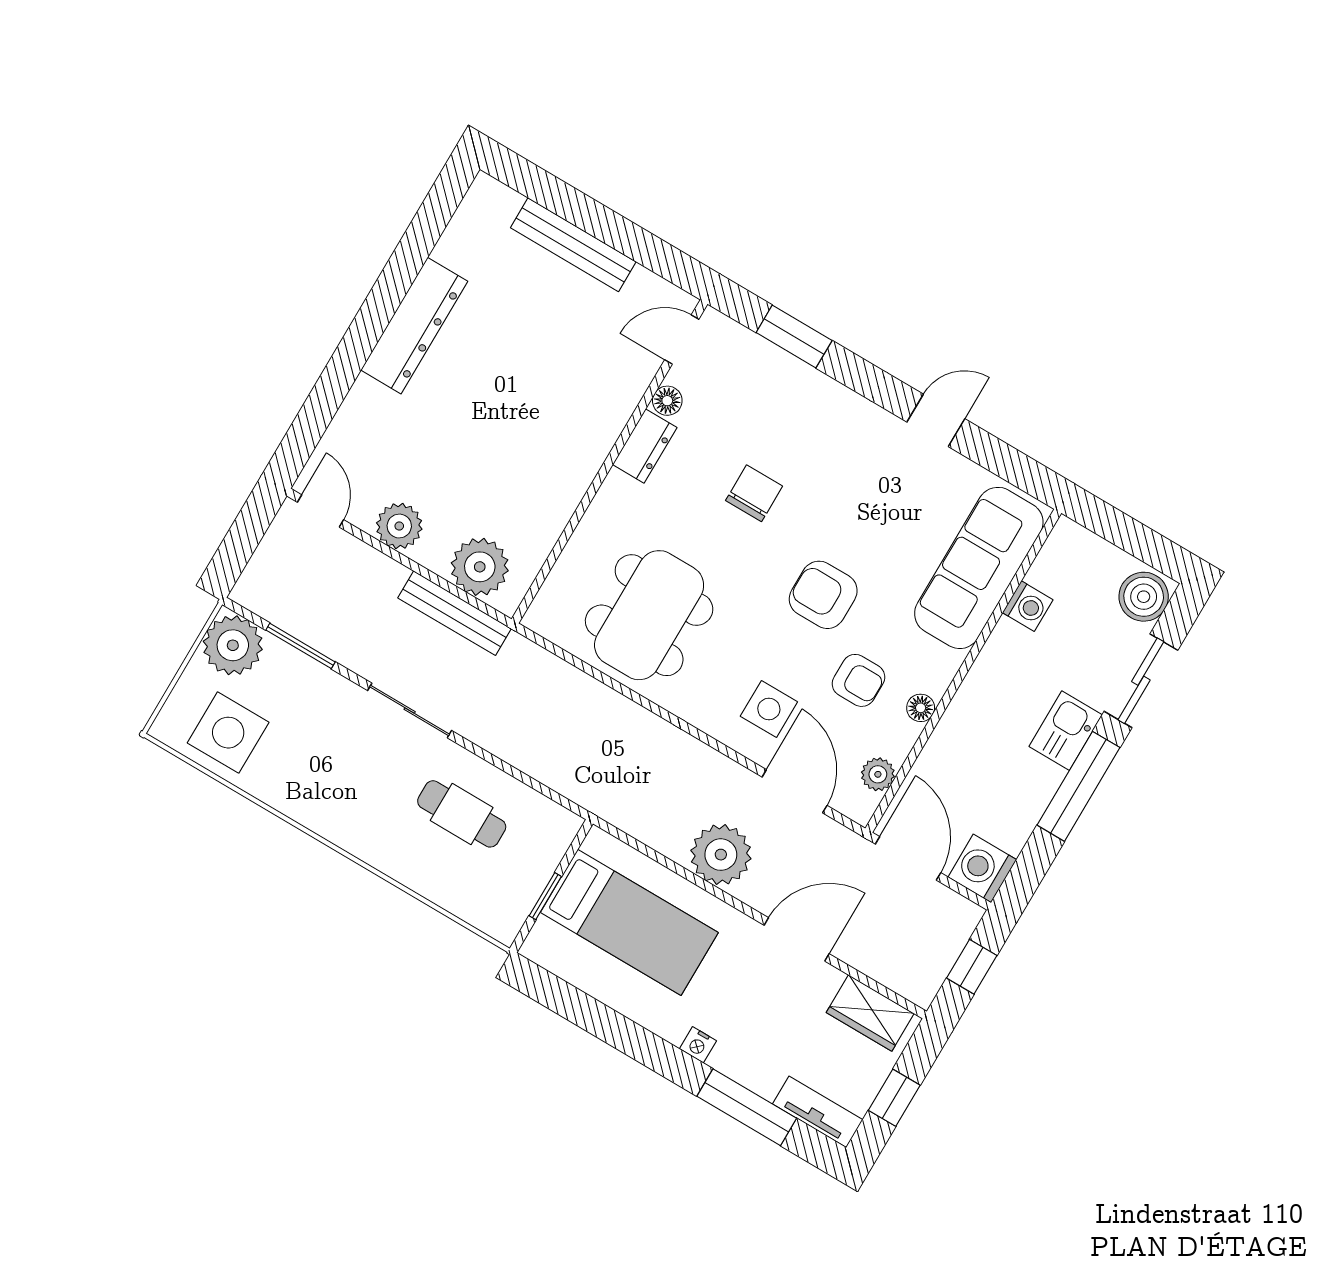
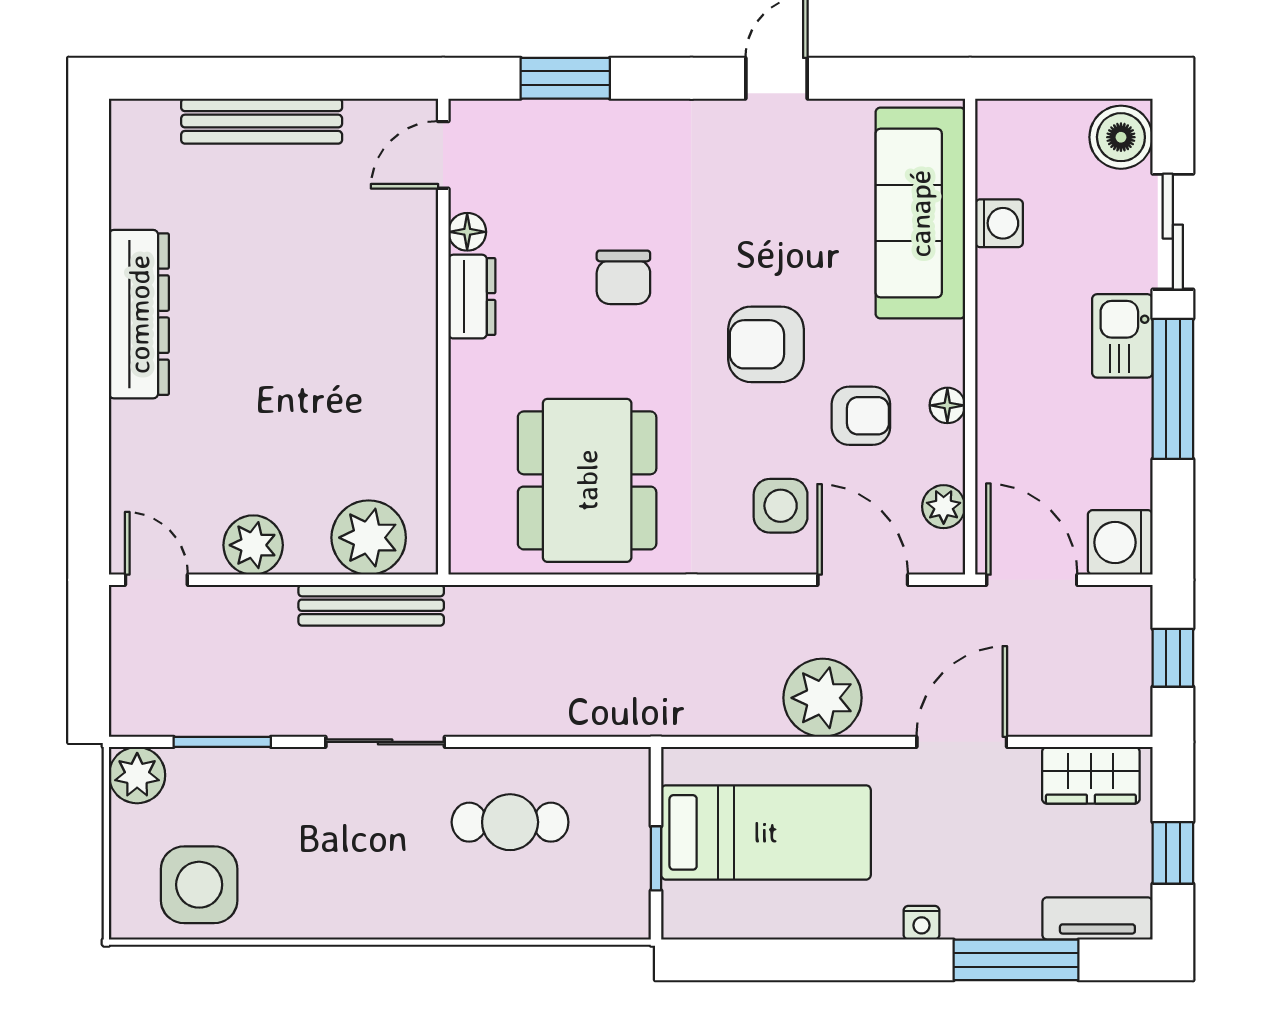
chair: (754, 493) -> (623, 277), turned 180
plant: (233, 645) -> (137, 775), width x0.73, depth x0.73

